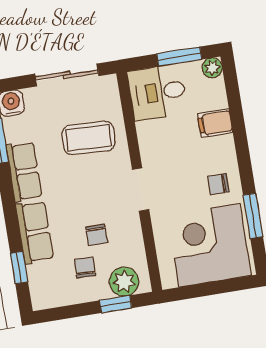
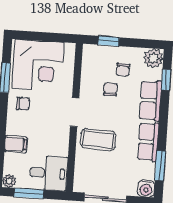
coffee table: (89, 138) -> (98, 140), moved
plant: (124, 282) -> (153, 58), moved

